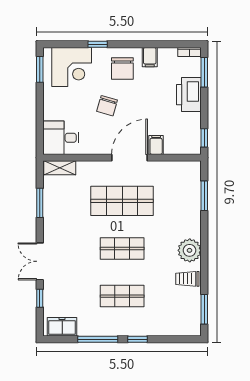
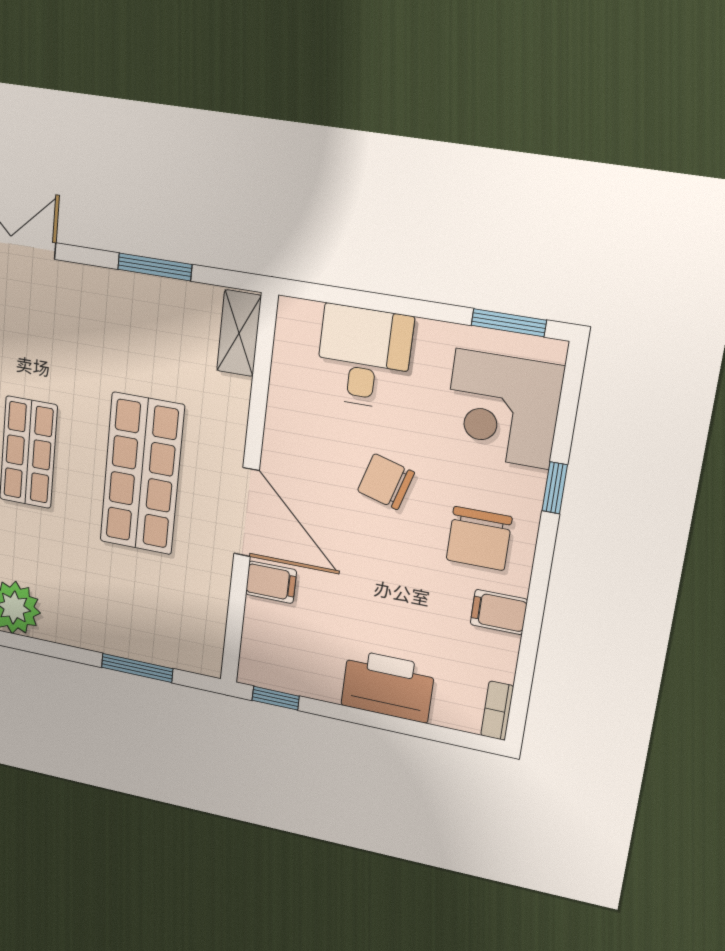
chair: (122, 68) -> (479, 538), turned -90
window: (204, 72) -> (440, 734), removed
desk: (61, 138) -> (364, 357), moved

